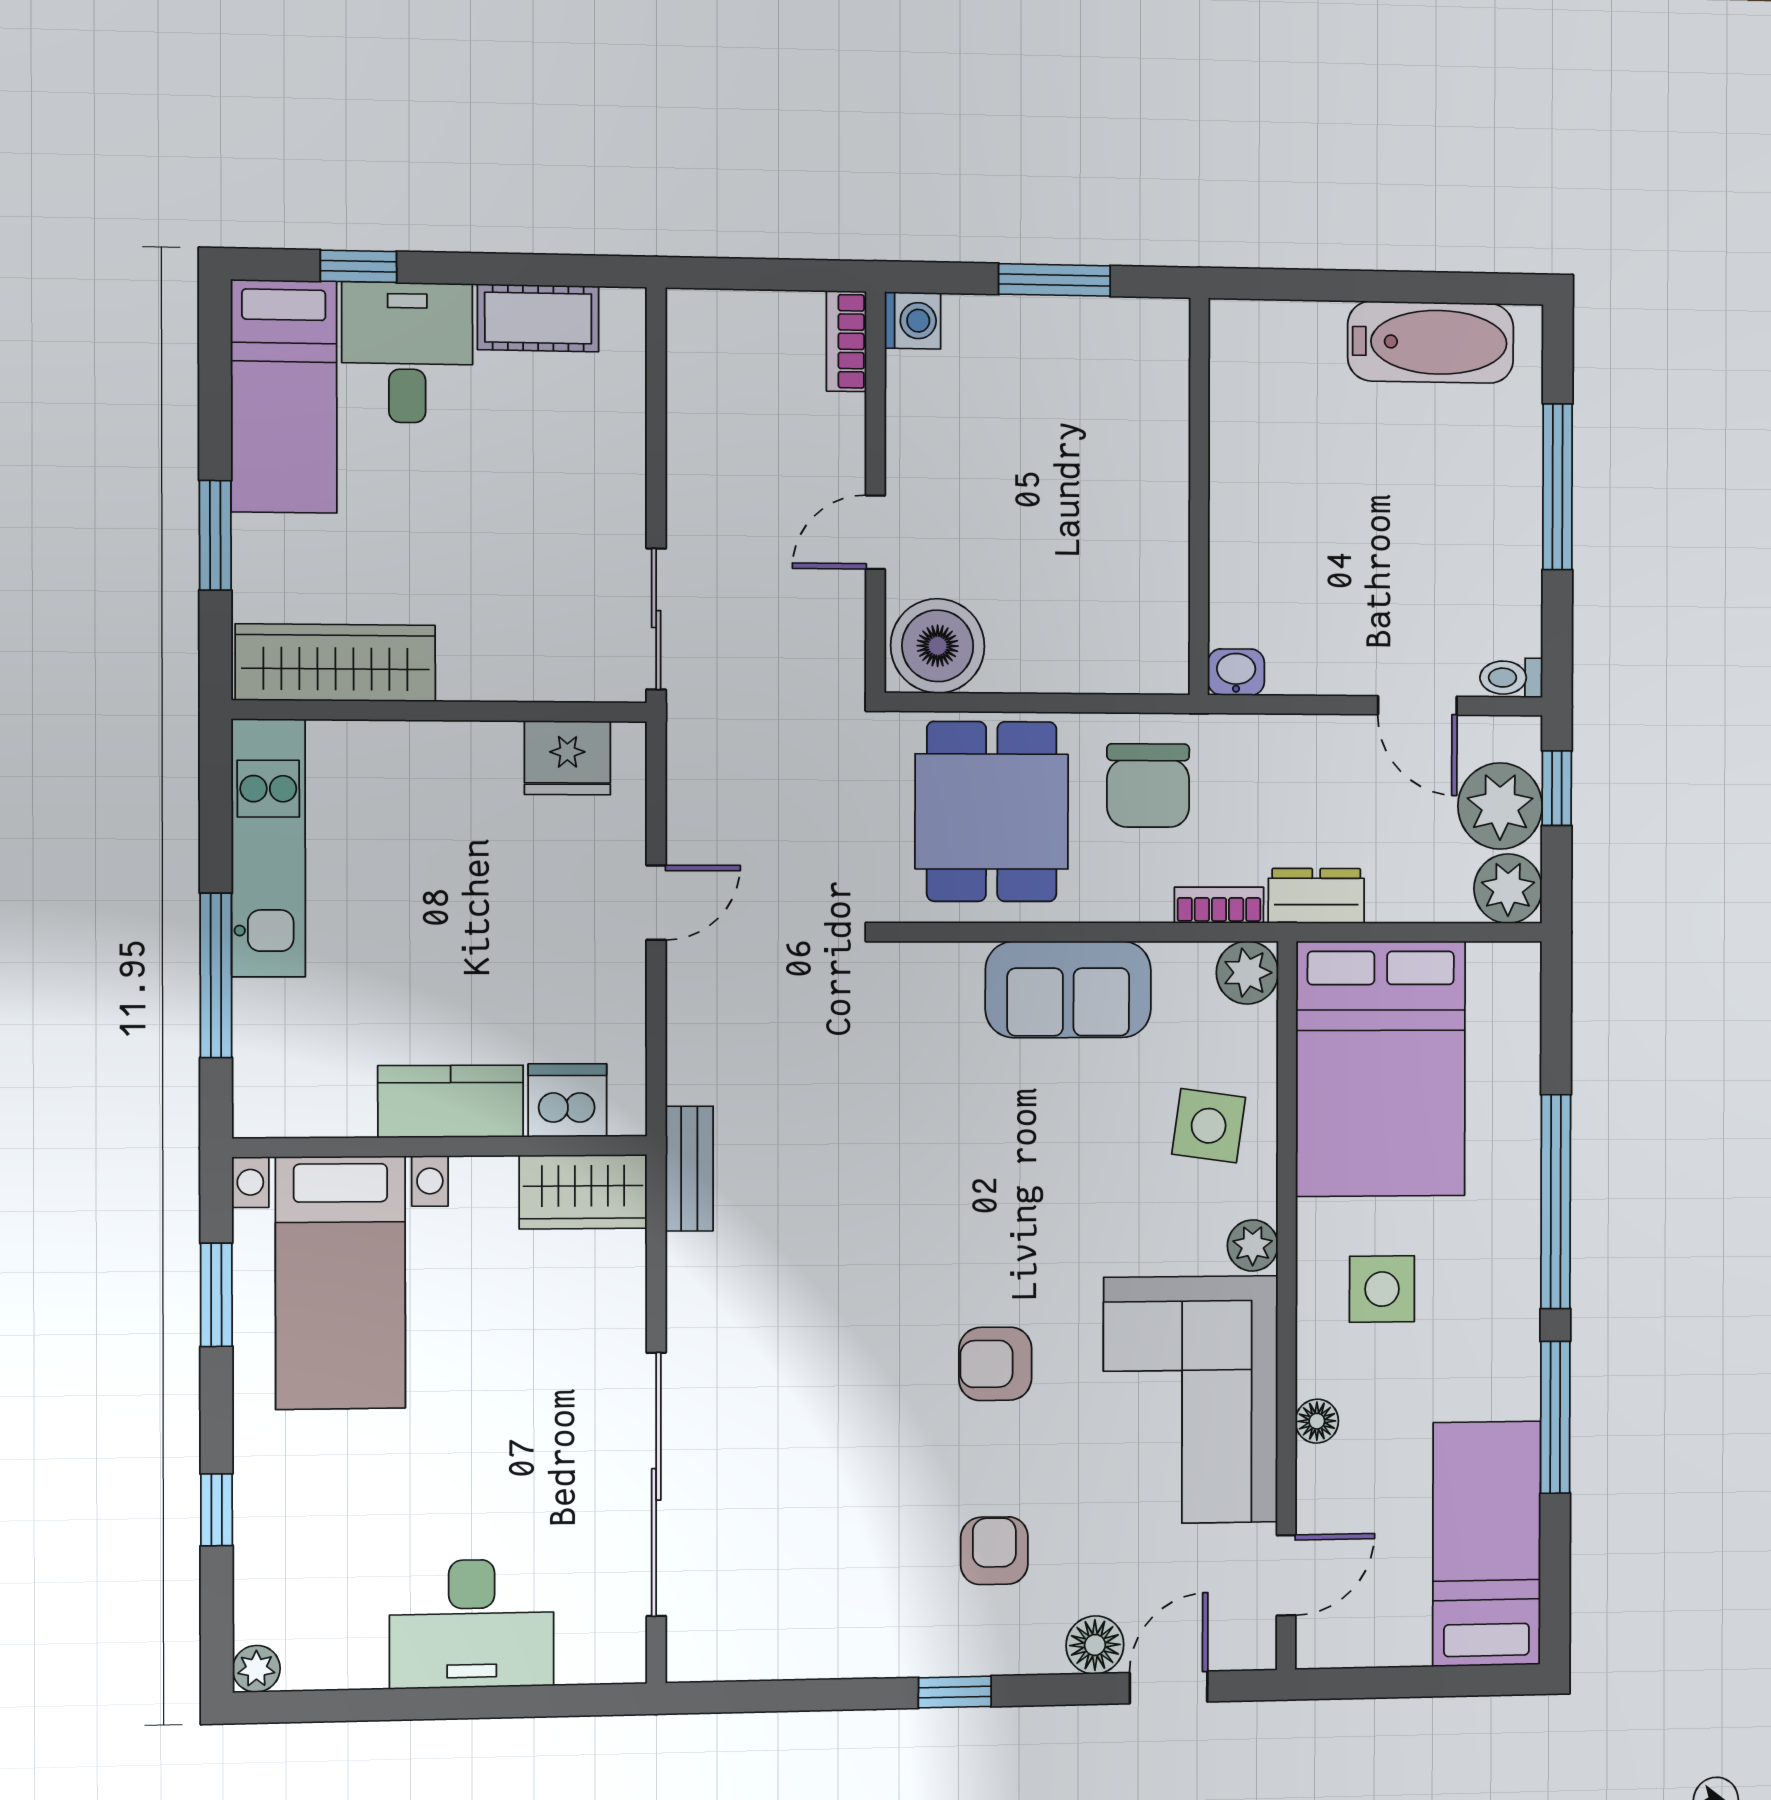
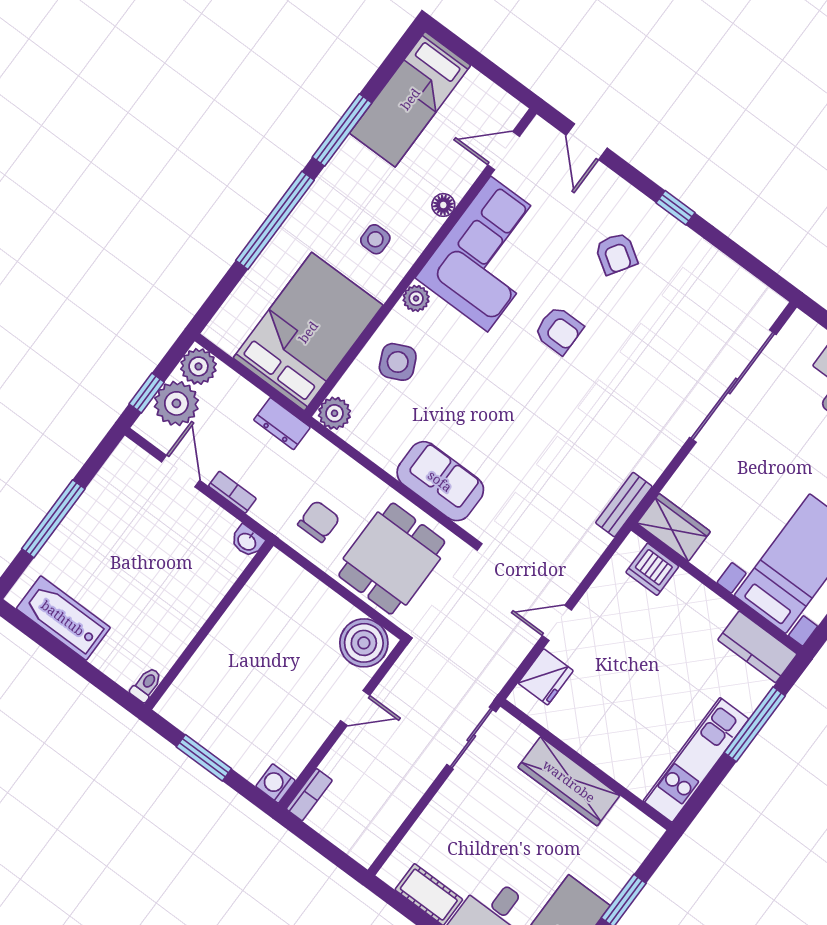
wardrobe: (336, 663) -> (569, 781), moved
toilet: (1511, 678) -> (146, 685), moved, turned -90
fridge: (567, 758) -> (546, 677), moved, turned 90
chair: (1148, 786) -> (319, 521), width x0.73, depth x0.73
bookcase: (1219, 905) -> (232, 492), moved, turned 180
sofa: (1068, 989) -> (440, 481), moved
kitchen counter: (451, 1101) -> (757, 647), moved
side table: (1209, 1126) -> (398, 362), turned -33
side table: (1382, 1289) -> (375, 239), width x0.73, depth x0.73
armchair: (994, 1551) -> (616, 254), turned -57
floor lamp: (1095, 1645) -> (604, 183), removed
door: (1169, 1687) -> (587, 142), hinge flipped

